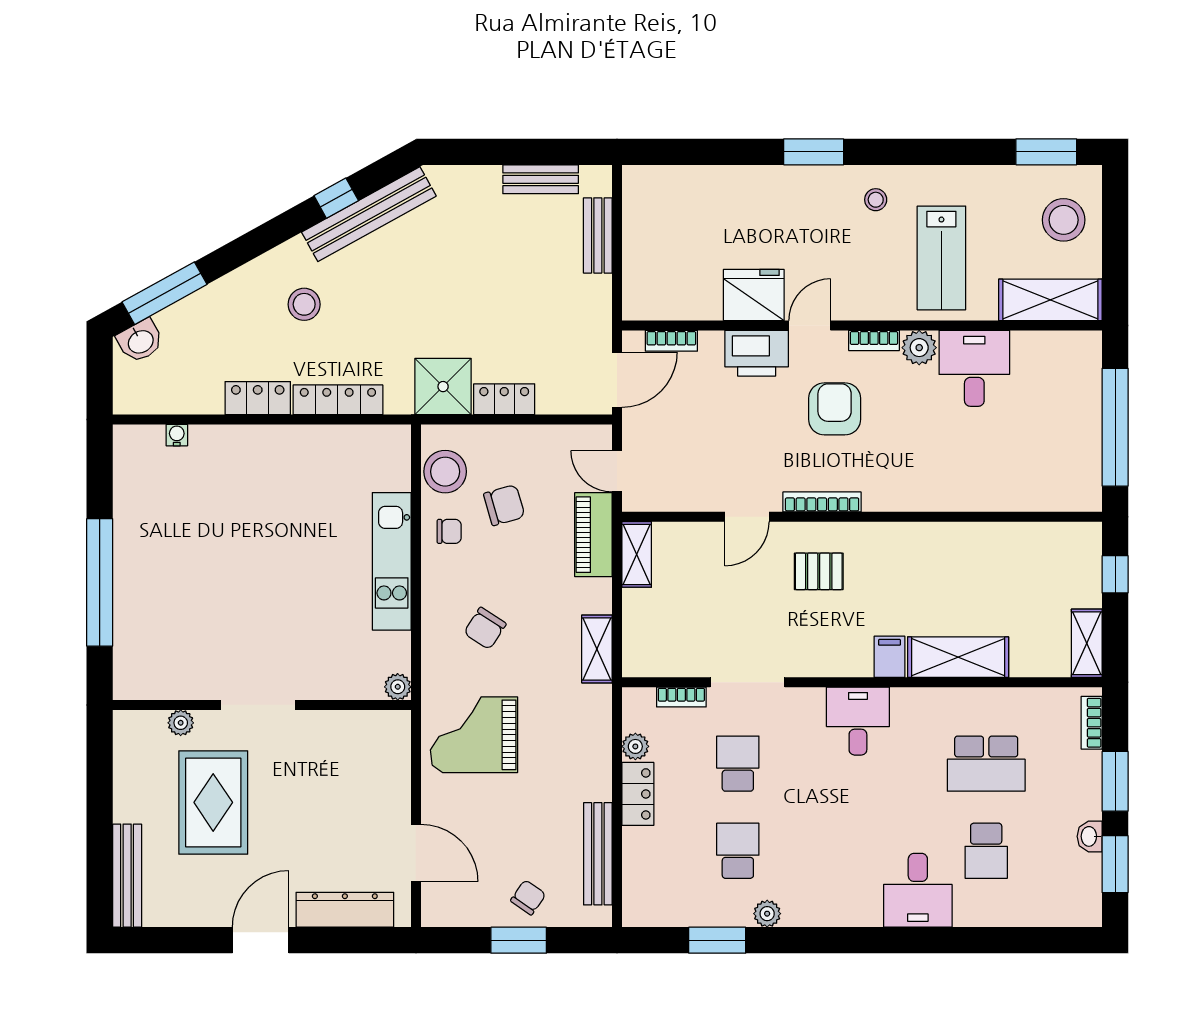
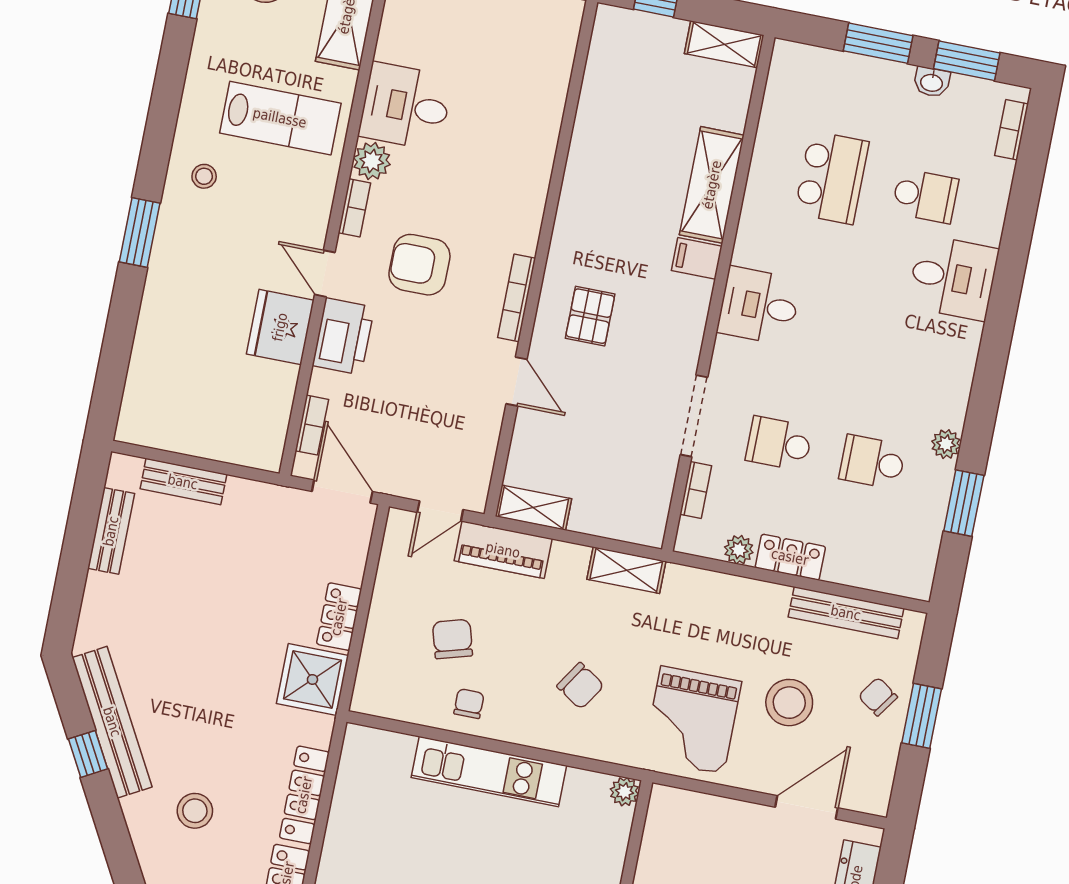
stool: (445, 472) -> (789, 703), moved
bookcase: (1092, 723) -> (1012, 130), moved, turned 90

